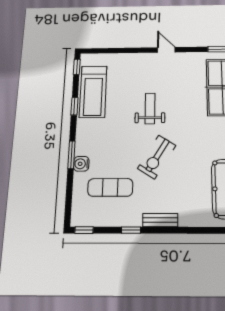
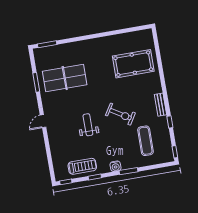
treadmill: (93, 92) -> (82, 166), width x0.73, depth x0.73
weight bench: (150, 108) -> (88, 125), turned 90
water cooler: (81, 164) -> (115, 166), moved

